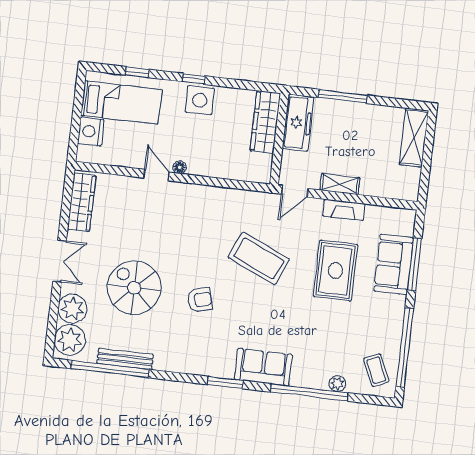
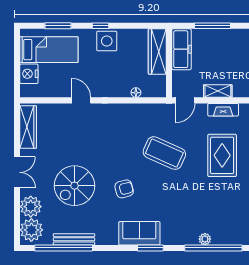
window: (137, 72) -> (58, 26), width x1.50
floor lamp: (180, 167) -> (136, 93), moved
spiral stairs: (134, 288) -> (74, 186), turned -90
sofa: (263, 367) -> (139, 233), moved
plant: (337, 384) -> (205, 239), moved

